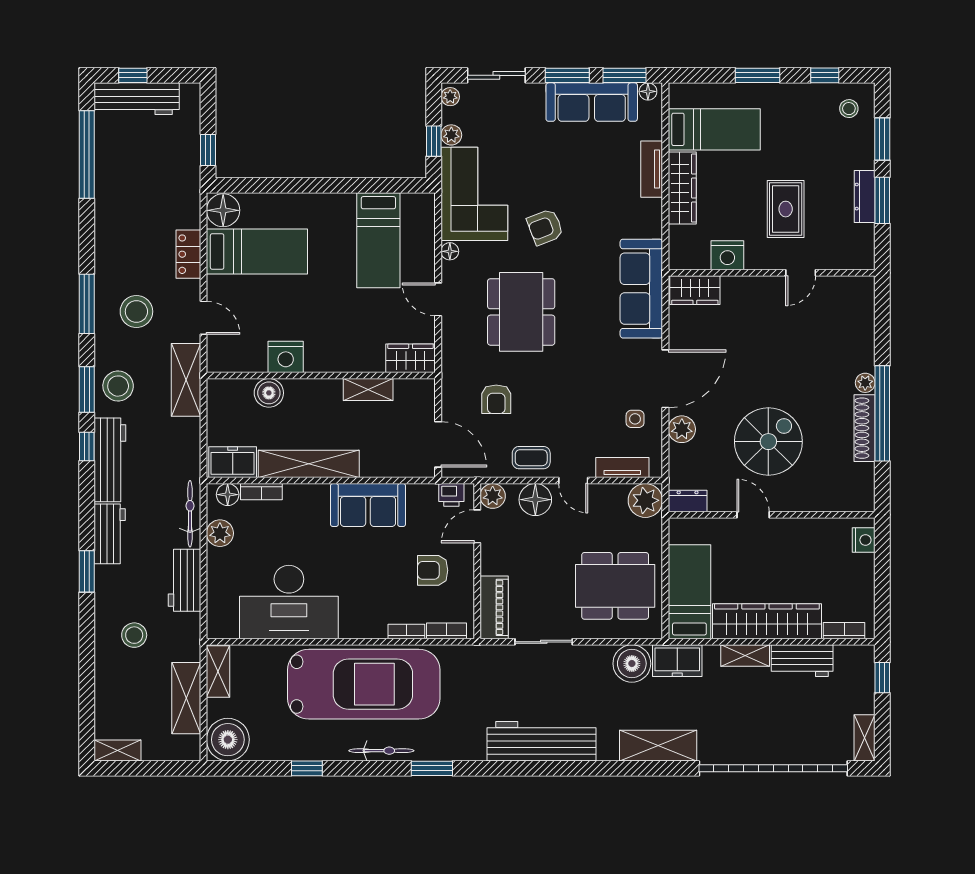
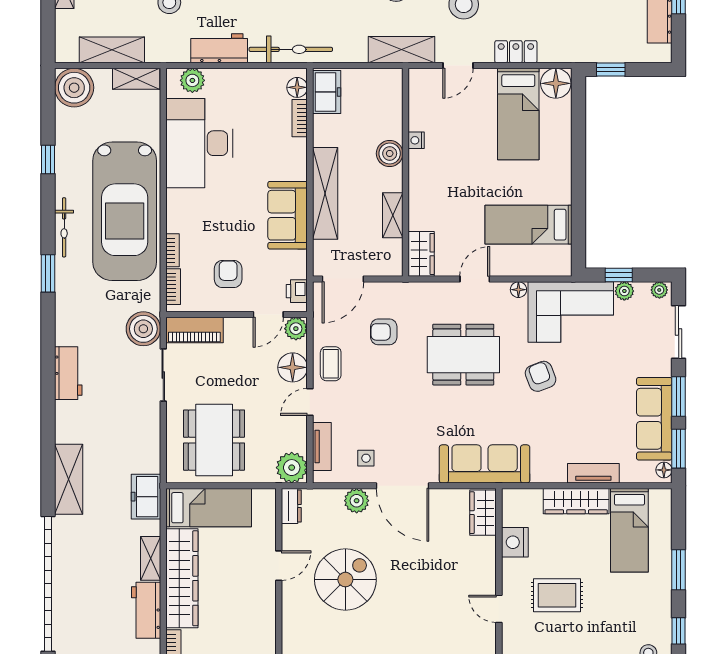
nightstand: (286, 357) -> (416, 140), width x0.53, depth x0.56
boiler: (269, 393) -> (390, 153), moved
spiral stairs: (768, 442) -> (345, 580), turned -90
shelving: (309, 464) -> (325, 193), moved
bicycle: (190, 514) -> (291, 49), width x1.37, depth x1.40
door: (477, 526) -> (268, 315), swing flipped
plant: (220, 533) -> (192, 80), moved
boiler: (632, 664) -> (143, 329), moved
workbench: (542, 741) -> (68, 373), width x0.53, depth x0.76

